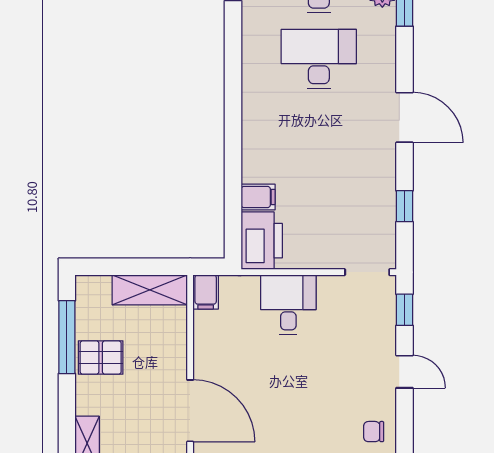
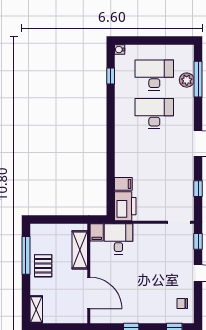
shelving: (150, 290) -> (80, 250), moved, turned 90
desk: (288, 305) -> (118, 239), moved
pallet: (101, 358) -> (43, 266), turned 90

